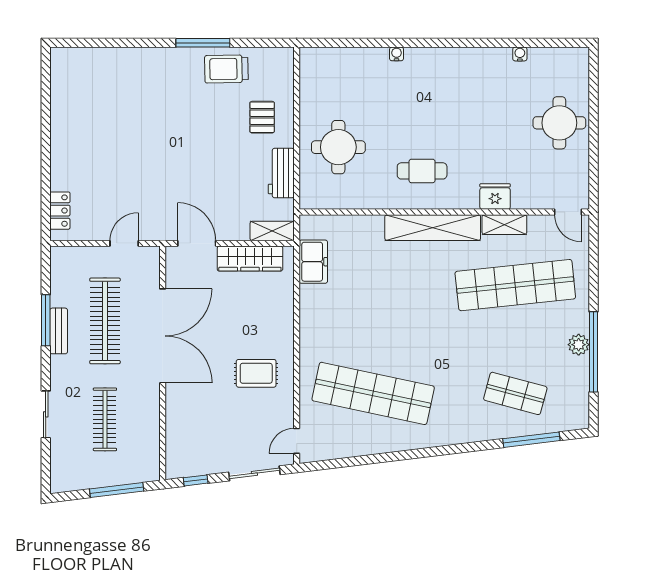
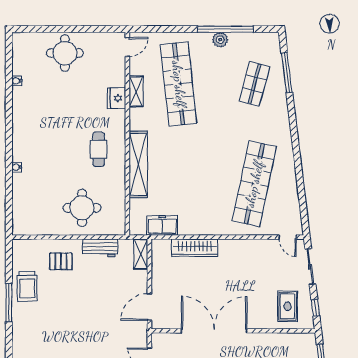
shelving: (433, 228) -> (138, 164), moved
wardrobe: (250, 259) -> (195, 248), moved, turned 90
rug: (256, 373) -> (288, 306), moved

